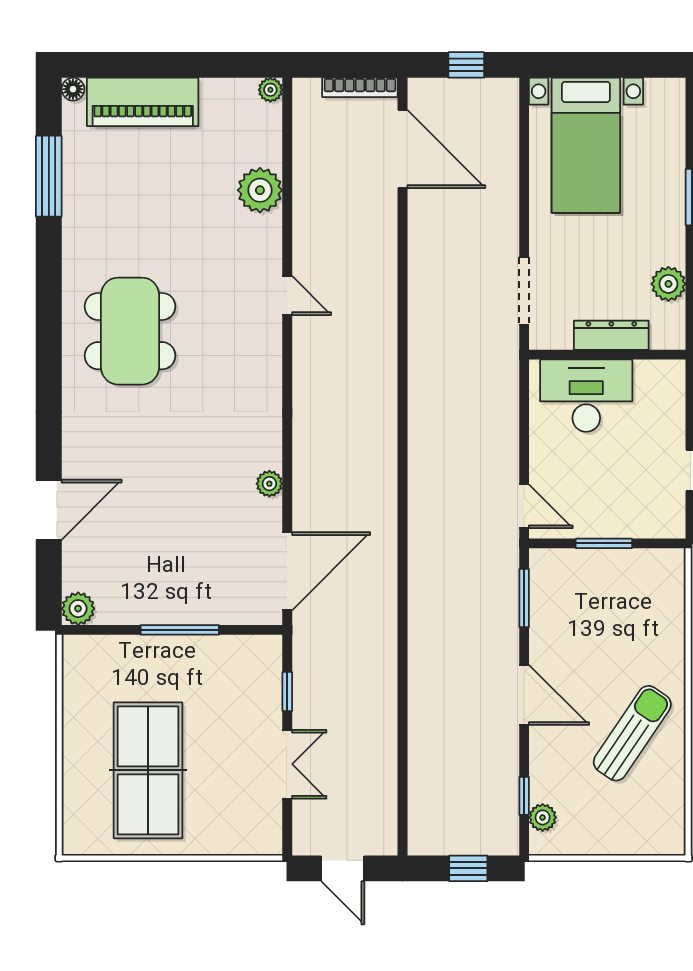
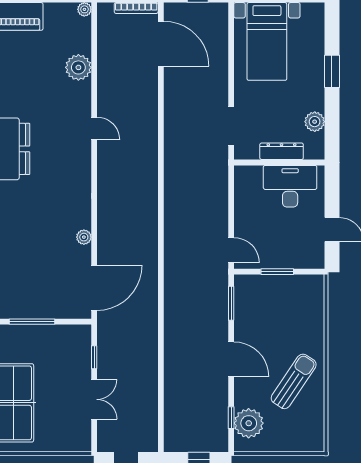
desk: (586, 396) -> (290, 186), moved
plant: (543, 817) -> (249, 423), width x1.87, depth x1.87

